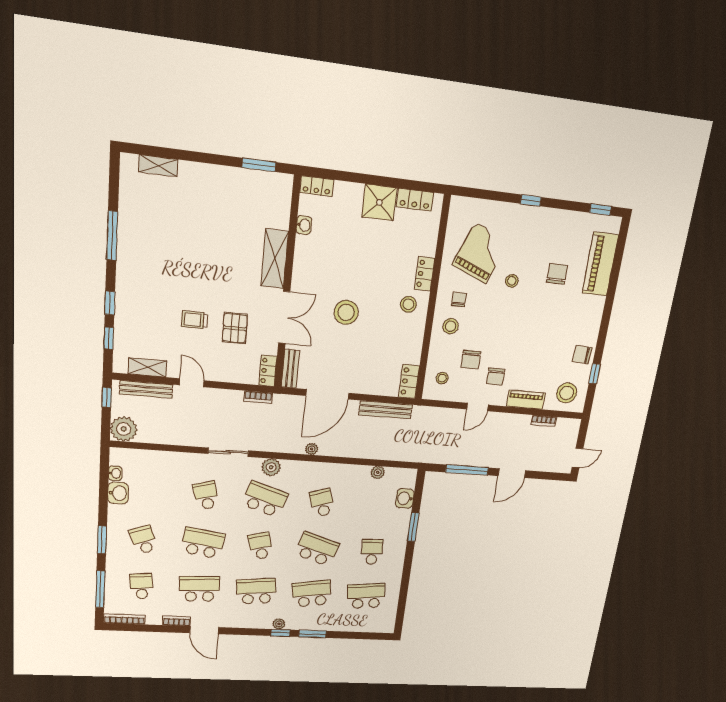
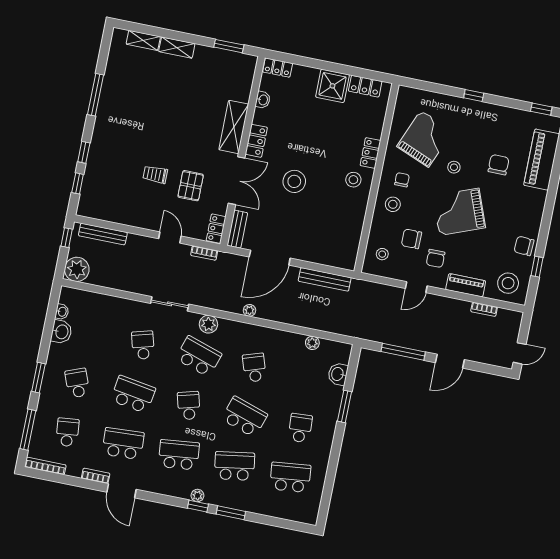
grand piano: (518, 327) -> (459, 212), added
chair: (471, 360) -> (411, 239), turned 90
shelving: (147, 367) -> (177, 48), moved
locker: (409, 381) -> (256, 141), moved, turned 180
door: (192, 383) -> (170, 237), moved

